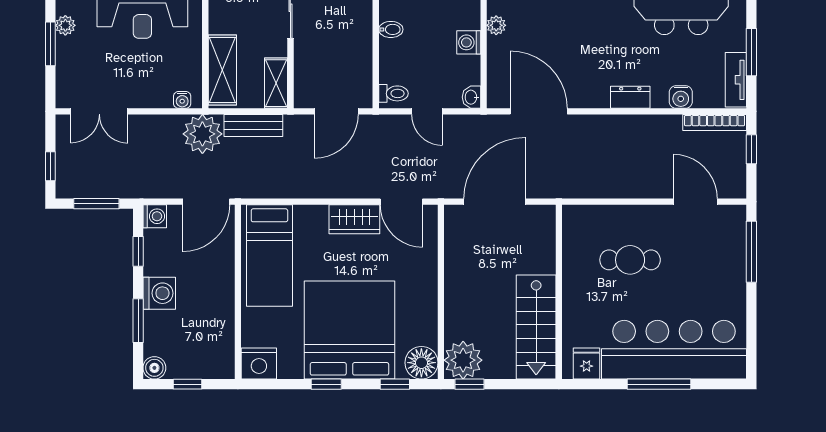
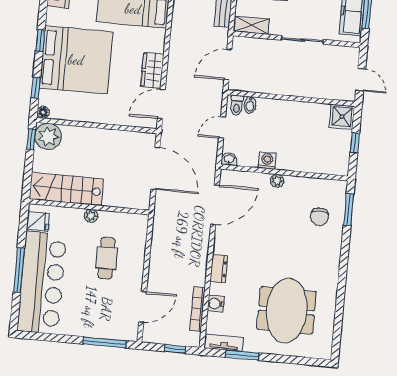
bidet: (391, 29) -> (250, 105), moved
door: (336, 111) -> (228, 65), hinge flipped
bookcase: (715, 123) -> (198, 309), moved
plant: (571, 288) -> (91, 216), added
floor lamp: (421, 363) -> (43, 112), width x0.53, depth x0.53

